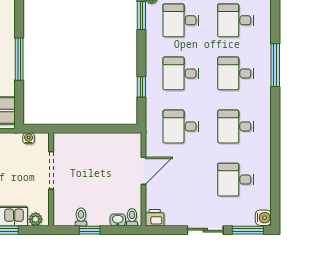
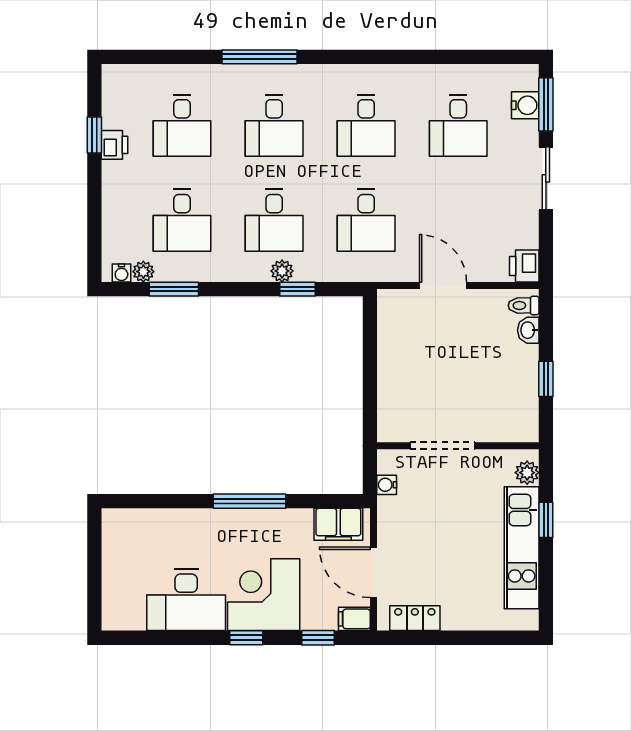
plant: (152, 78) -> (282, 271), added
toilet: (81, 217) -> (523, 394), removed
water cooler: (263, 218) -> (525, 105), moved, turned 90

